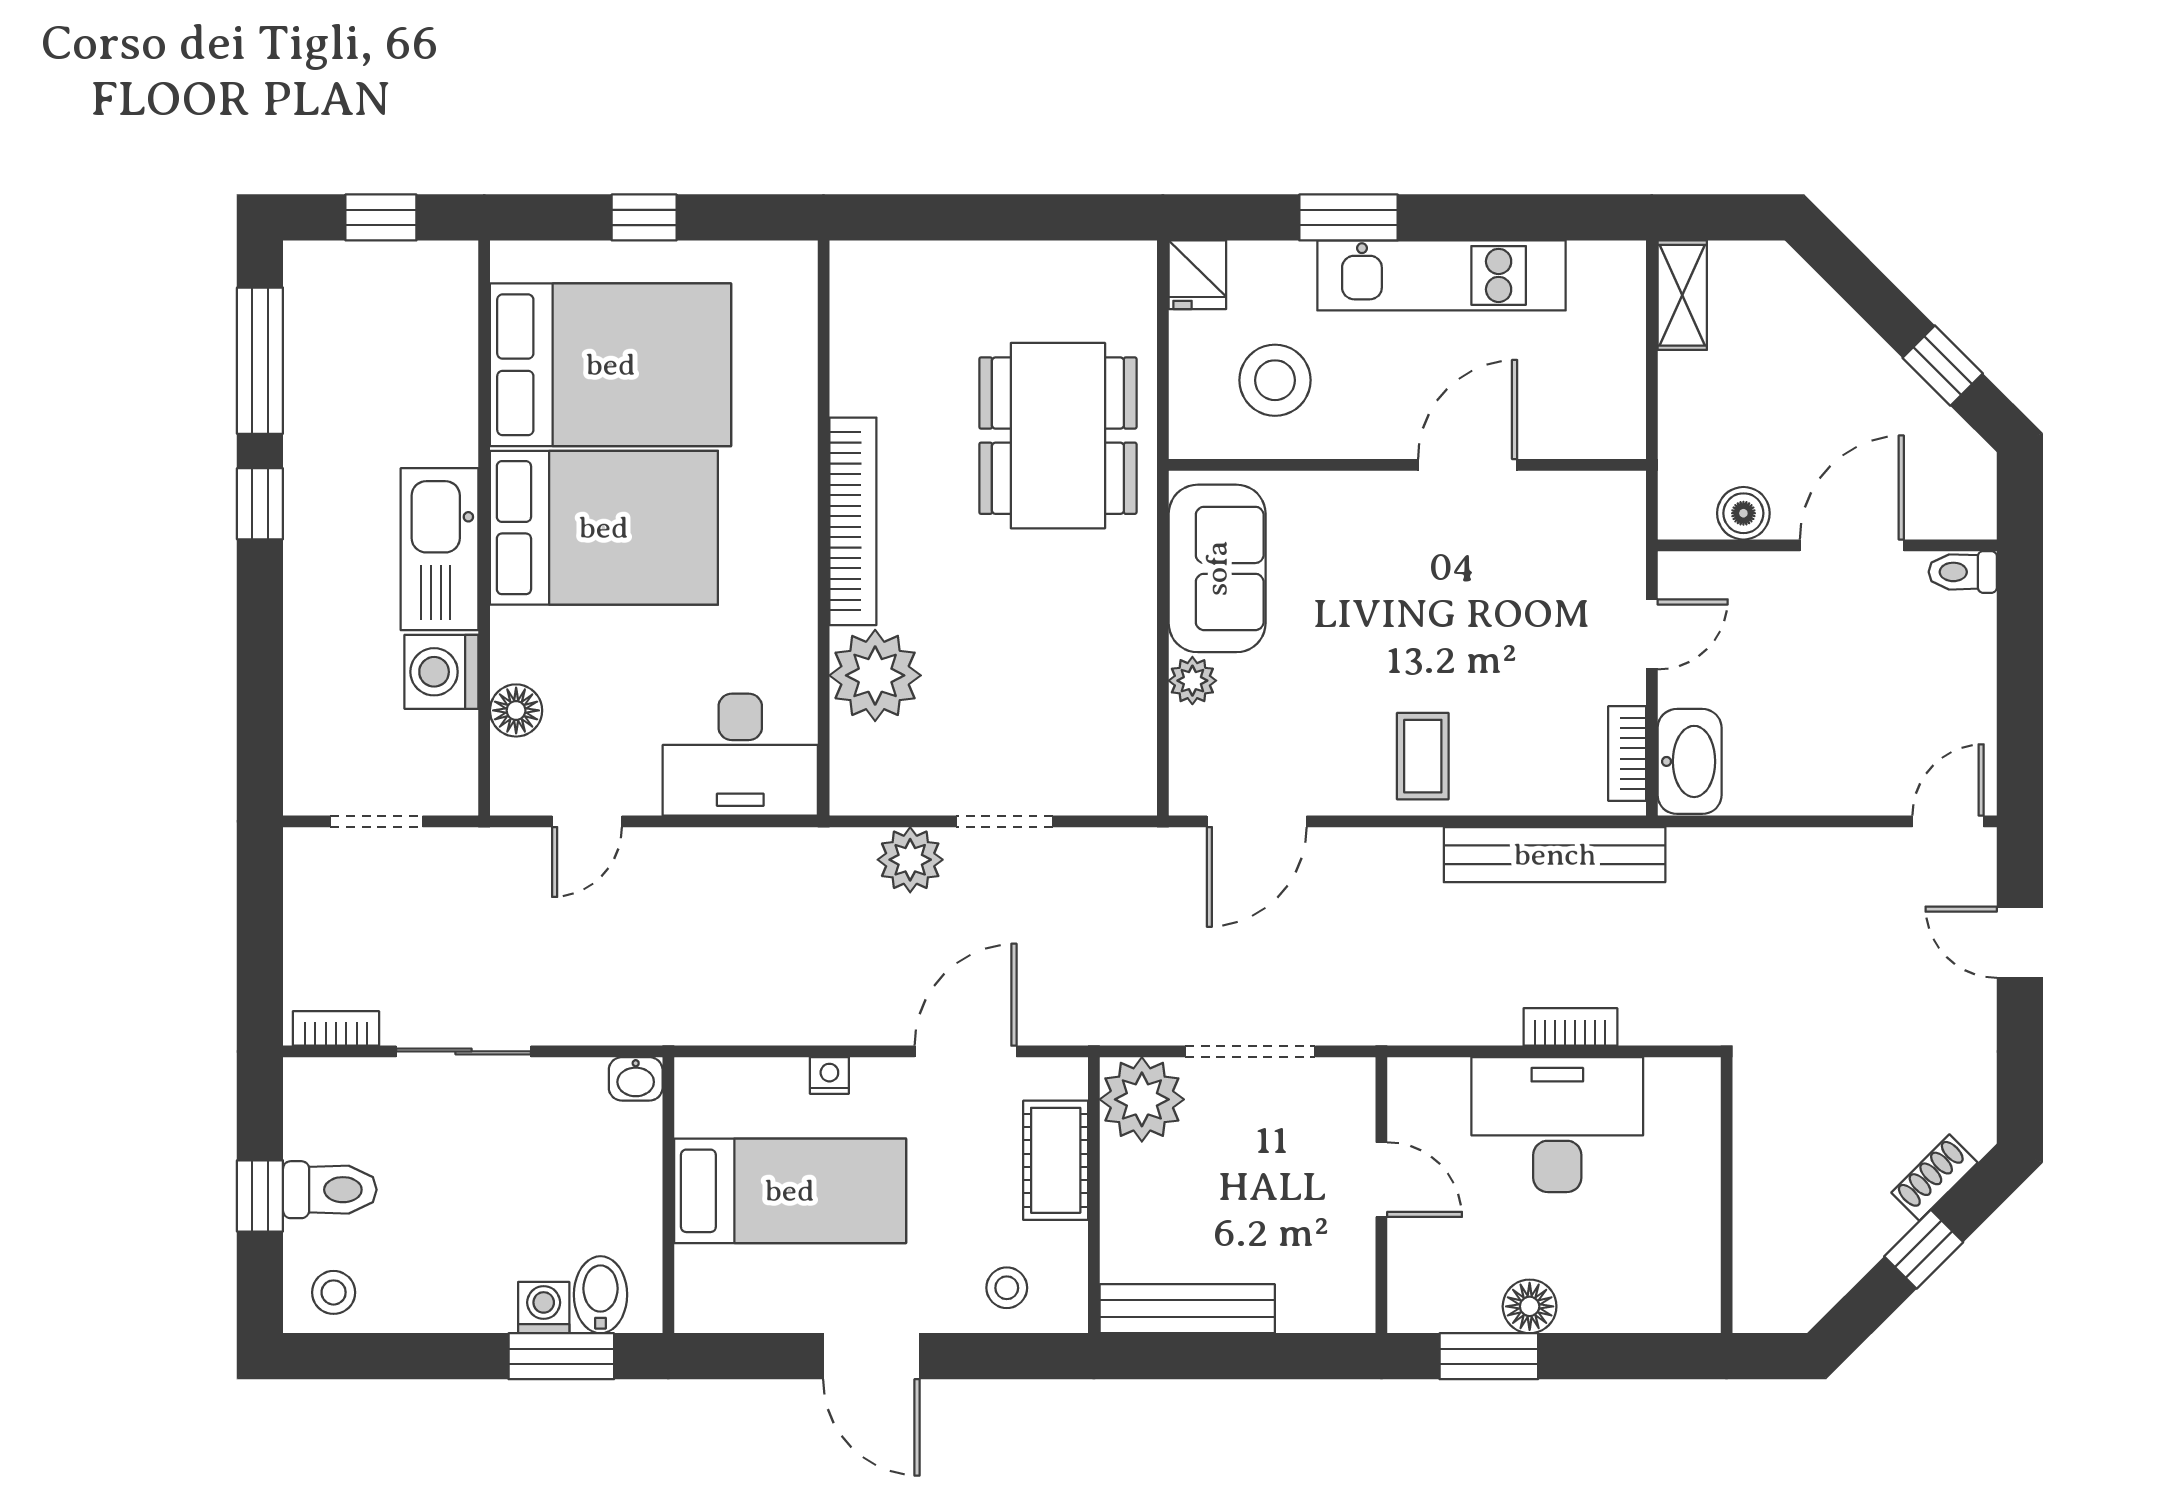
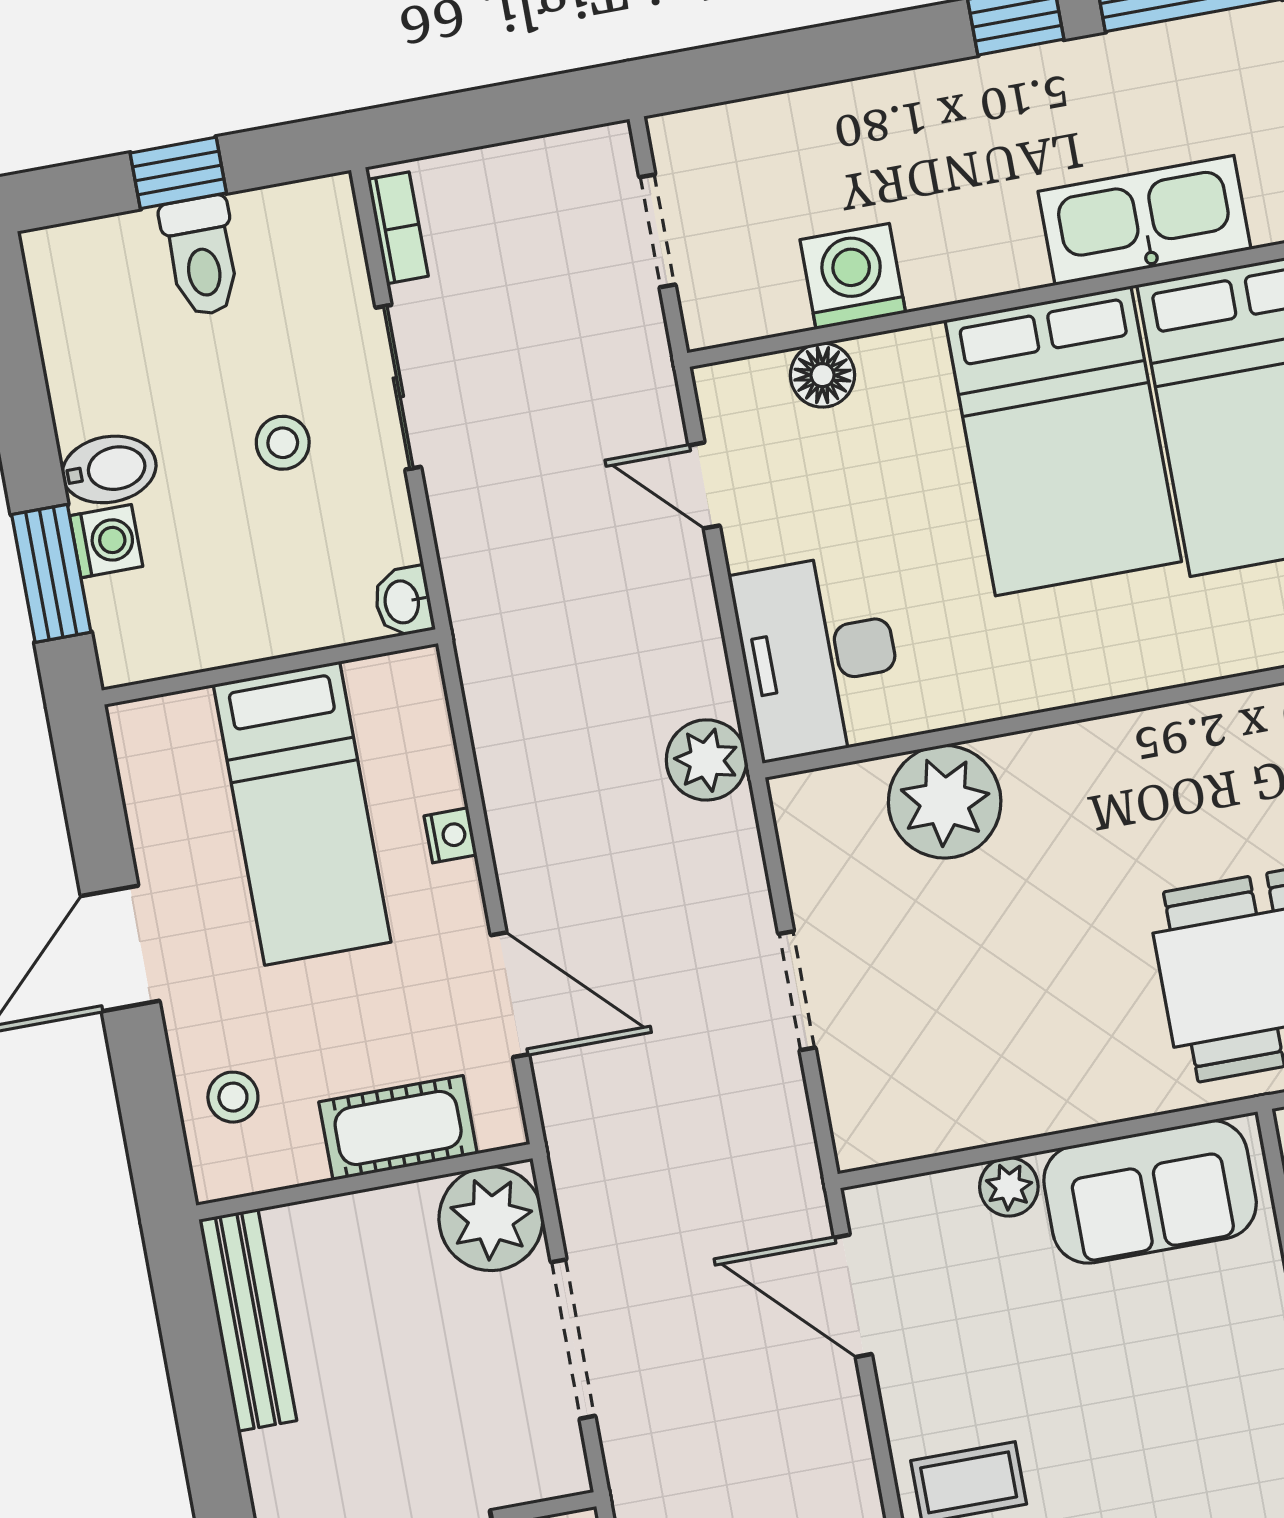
bookcase: (853, 521) -> (1126, 741), removed
kitchen sink: (440, 549) -> (1145, 220), moved
plant: (910, 860) -> (706, 760), moved
stool: (334, 1292) -> (283, 443), moved
bidet: (600, 1295) -> (109, 469), moved

